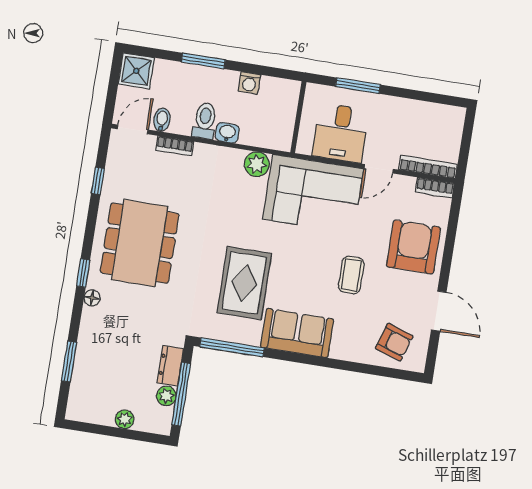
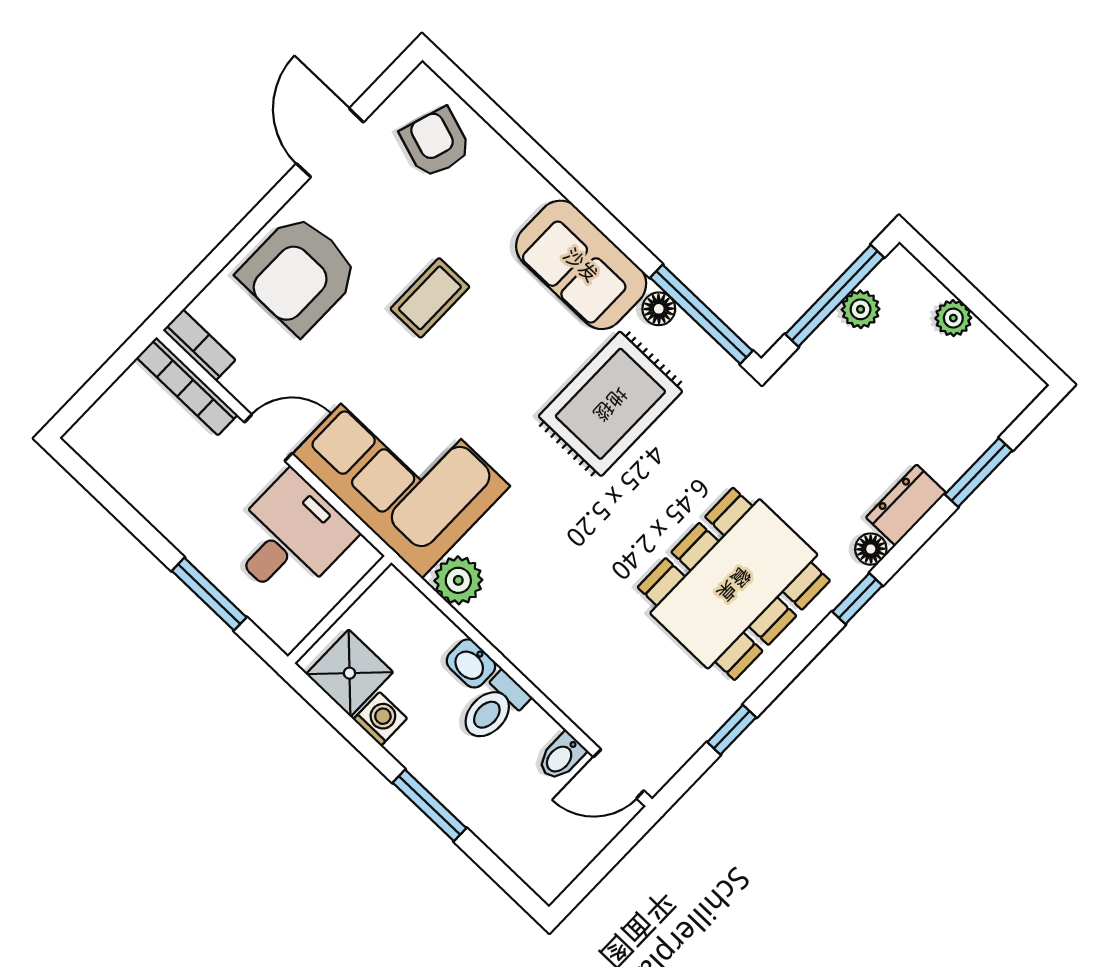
shower: (136, 71) -> (349, 673), moved
bookcase: (175, 146) -> (570, 701), removed
floor lamp: (252, 337) -> (659, 309), added
dresser: (170, 366) -> (906, 505), moved, turned 180

